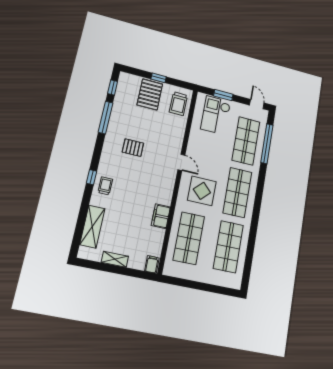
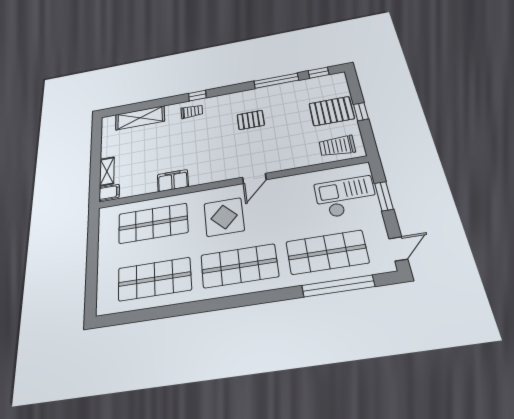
pallet: (133, 148) -> (251, 120), turned 90
shelving: (115, 259) -> (107, 171), moved

